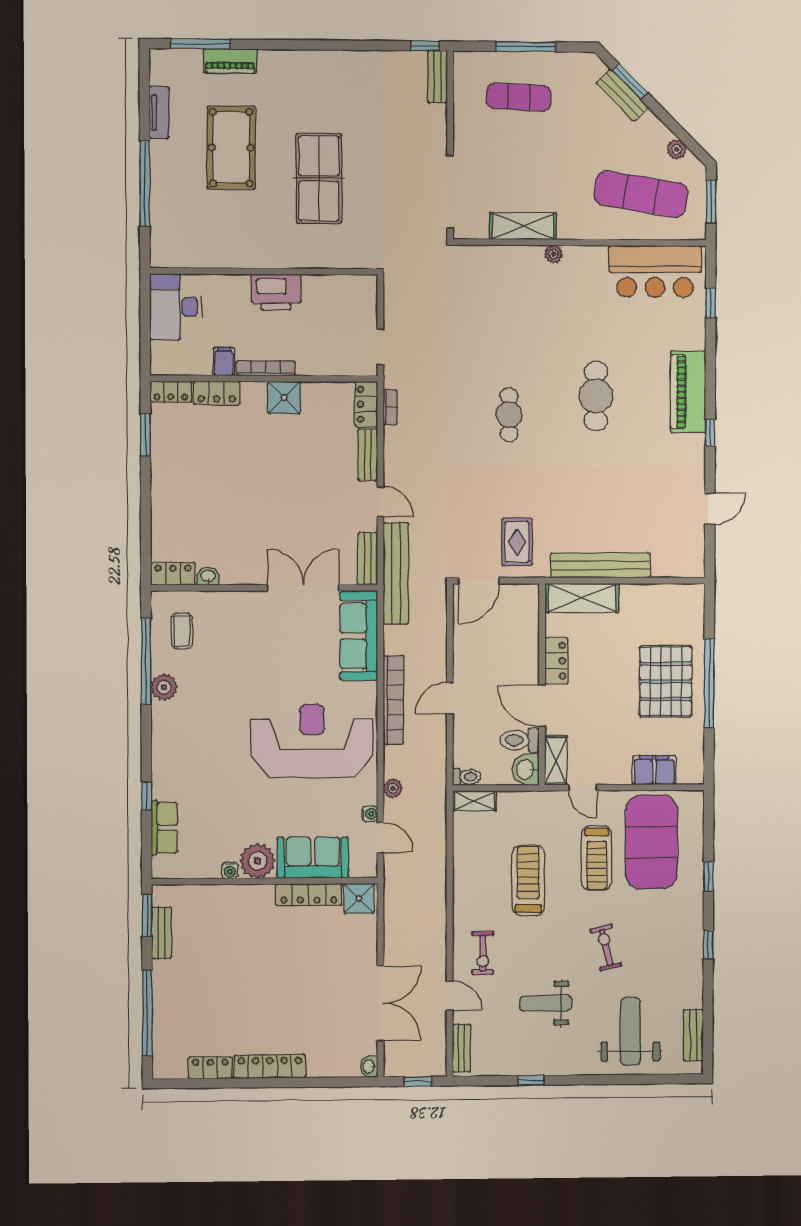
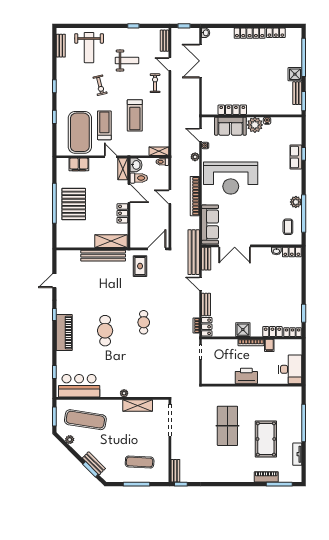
door: (450, 698) -> (170, 197), swing flipped
row of seats: (164, 828) -> (296, 157), moved
shower: (359, 898) -> (295, 74), moved

